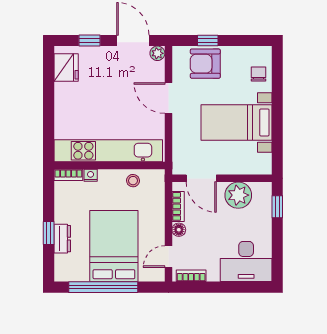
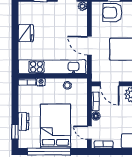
fridge: (66, 68) -> (26, 33), moved
door: (168, 98) -> (89, 46), moved
window: (49, 233) -> (15, 132), moved
door: (168, 257) -> (89, 133), hinge flipped

